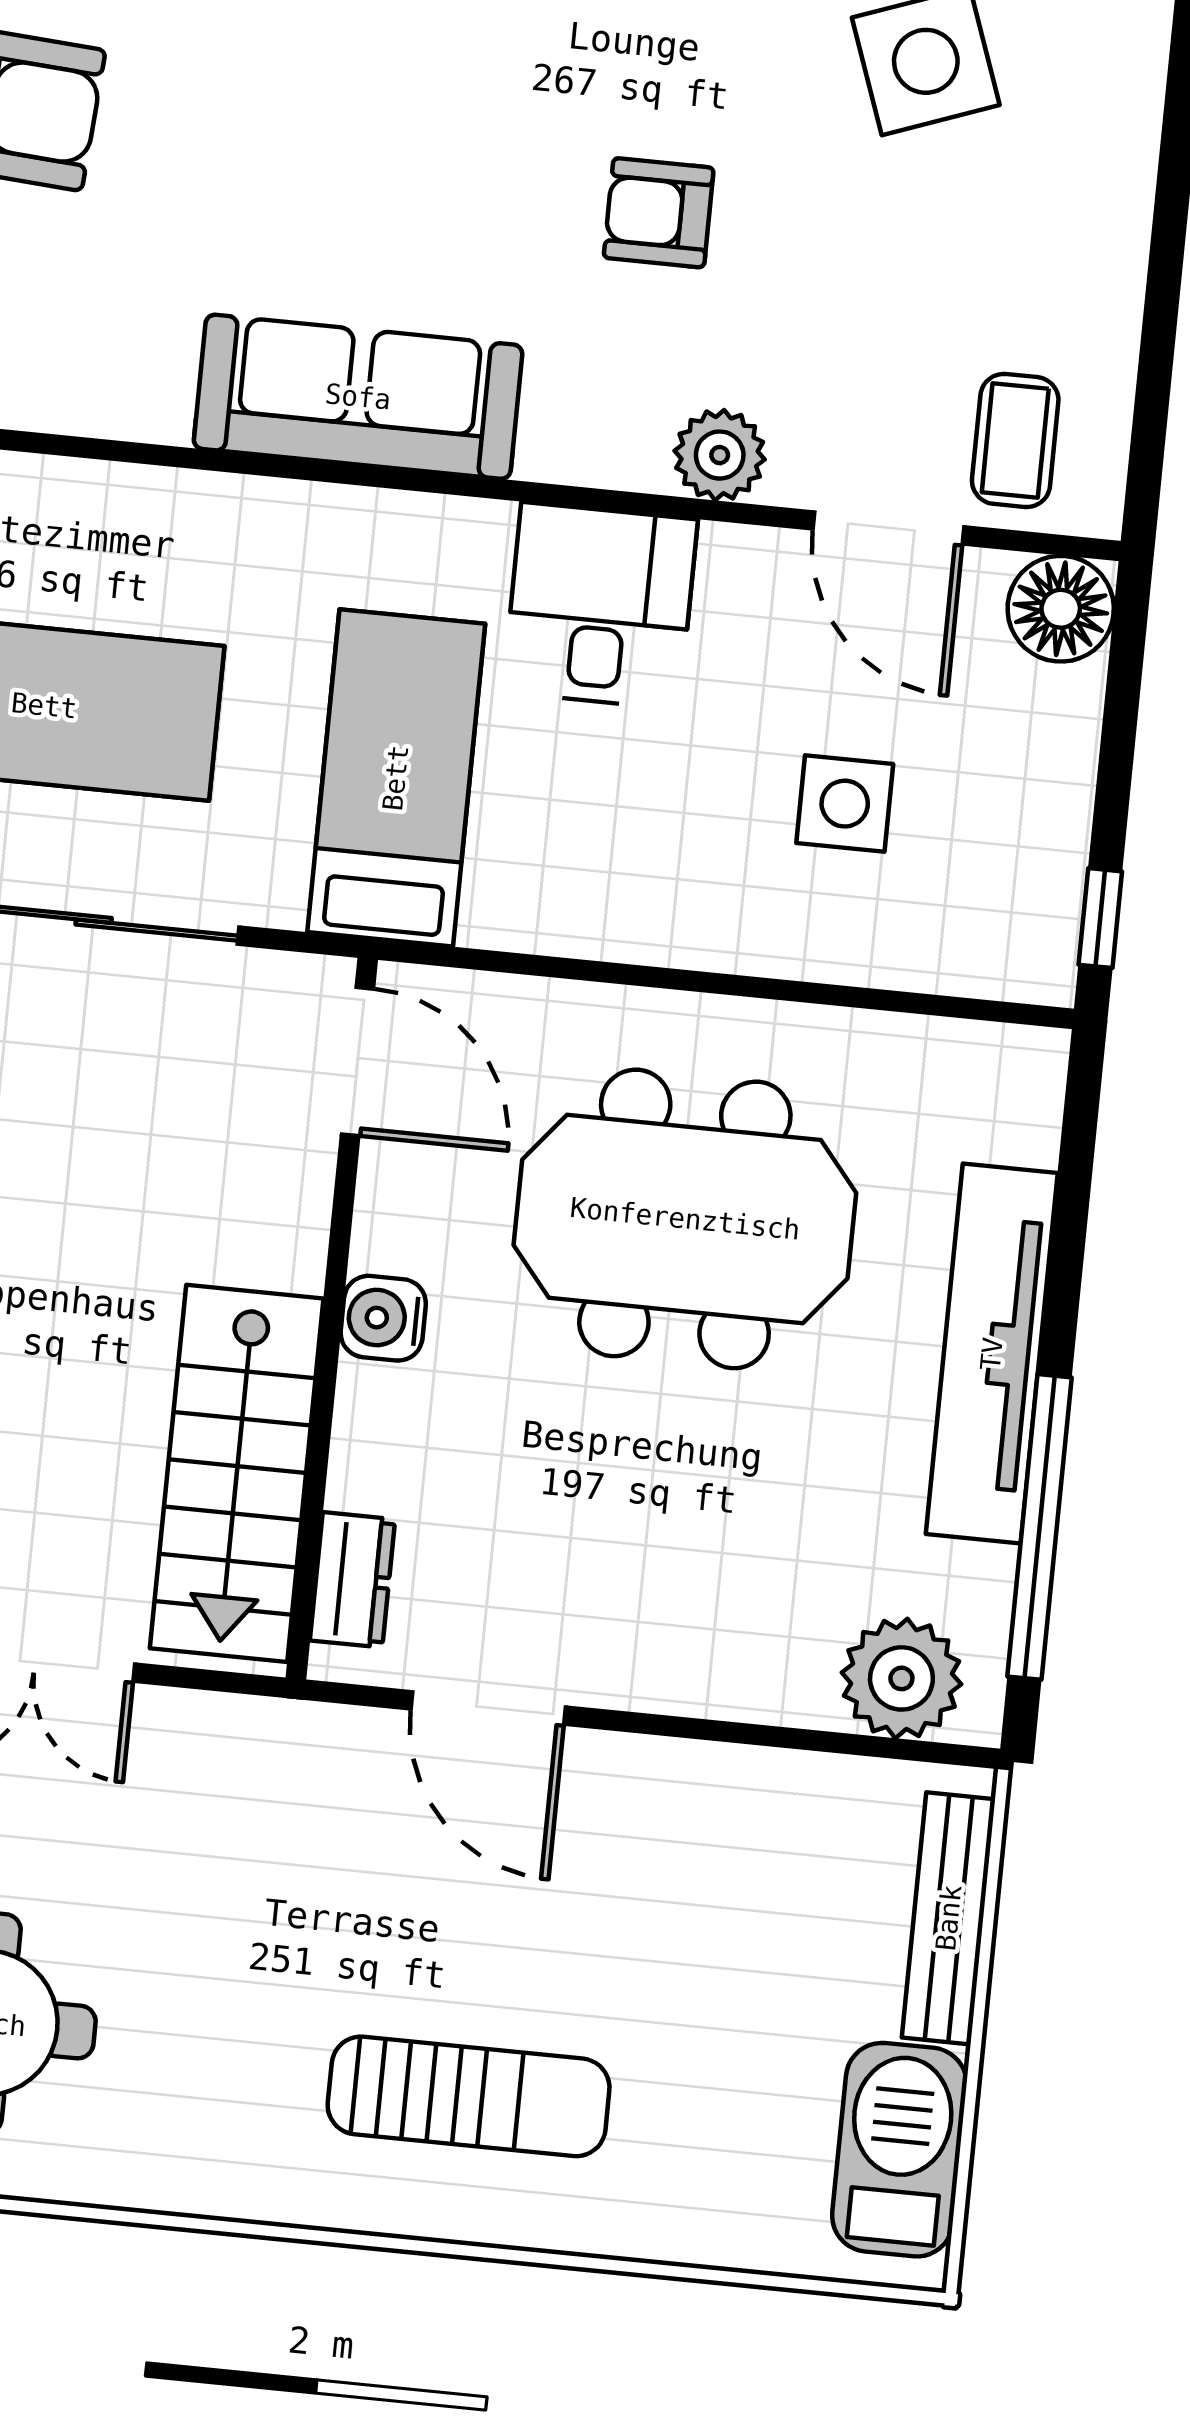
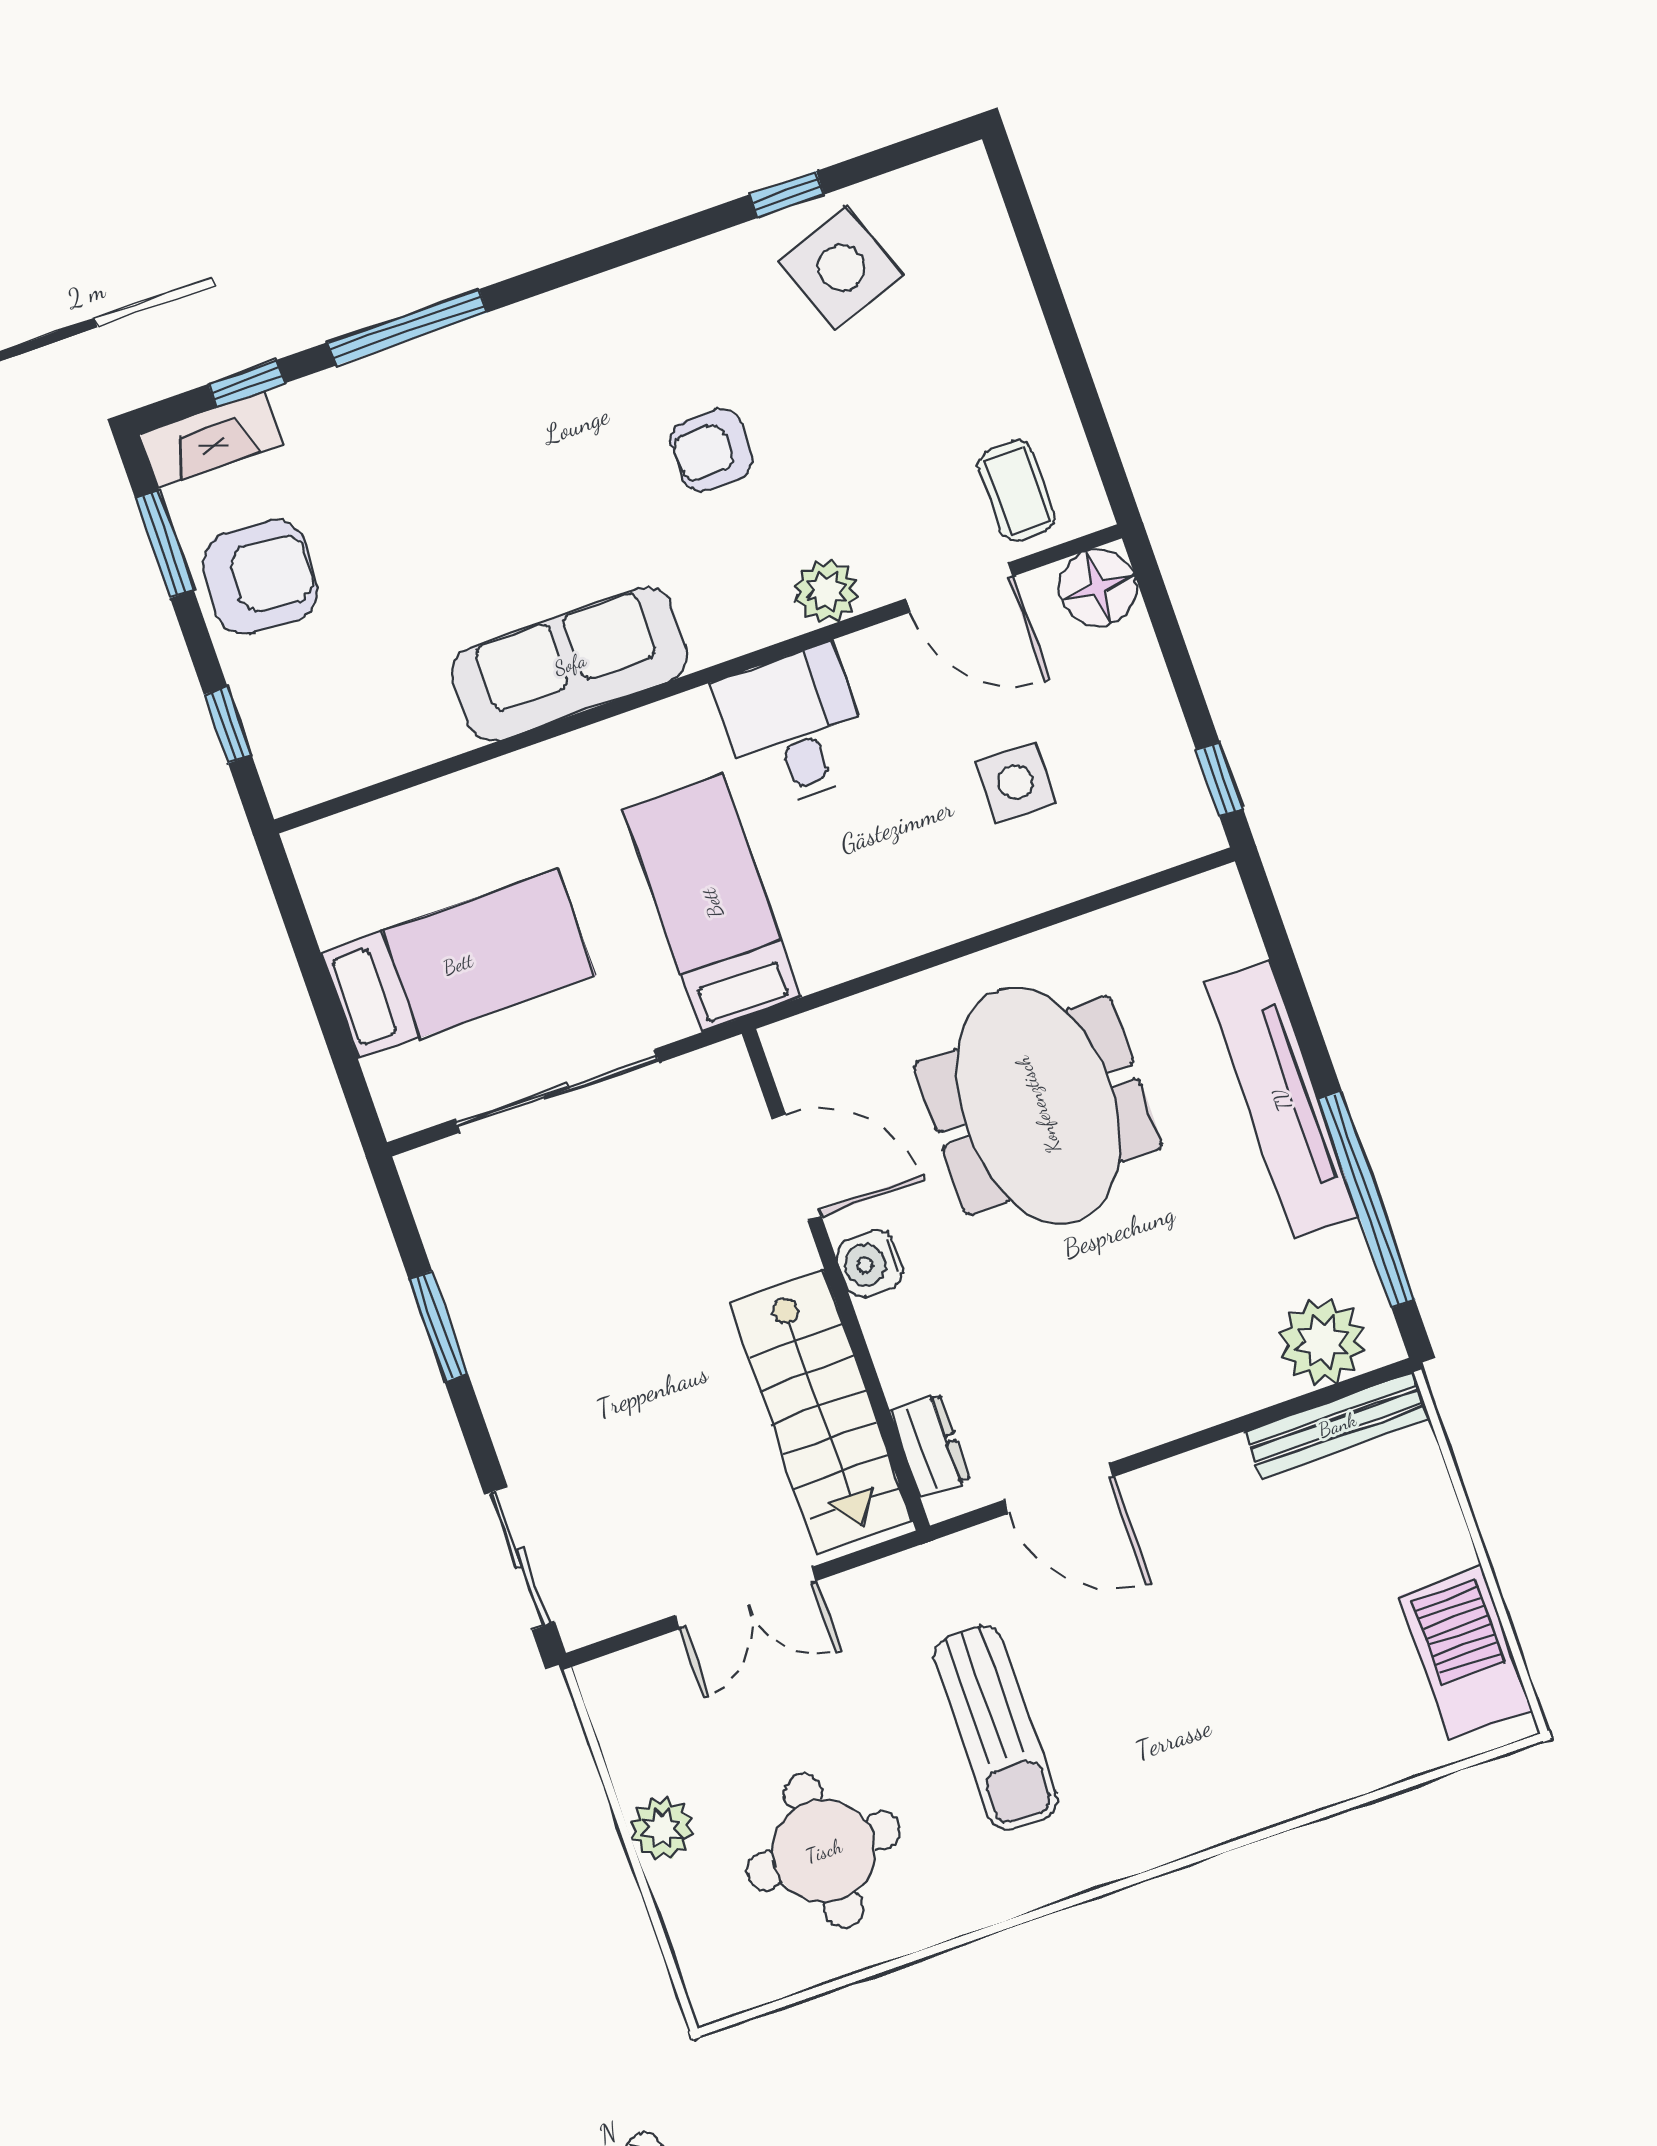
door: (357, 1061) -> (797, 1167), moved
meeting table: (685, 1219) -> (1038, 1105), turned 90
bench: (949, 1918) -> (1337, 1425), moved, turned 90
sun lounger: (469, 2096) -> (996, 1728), moved, turned 90

